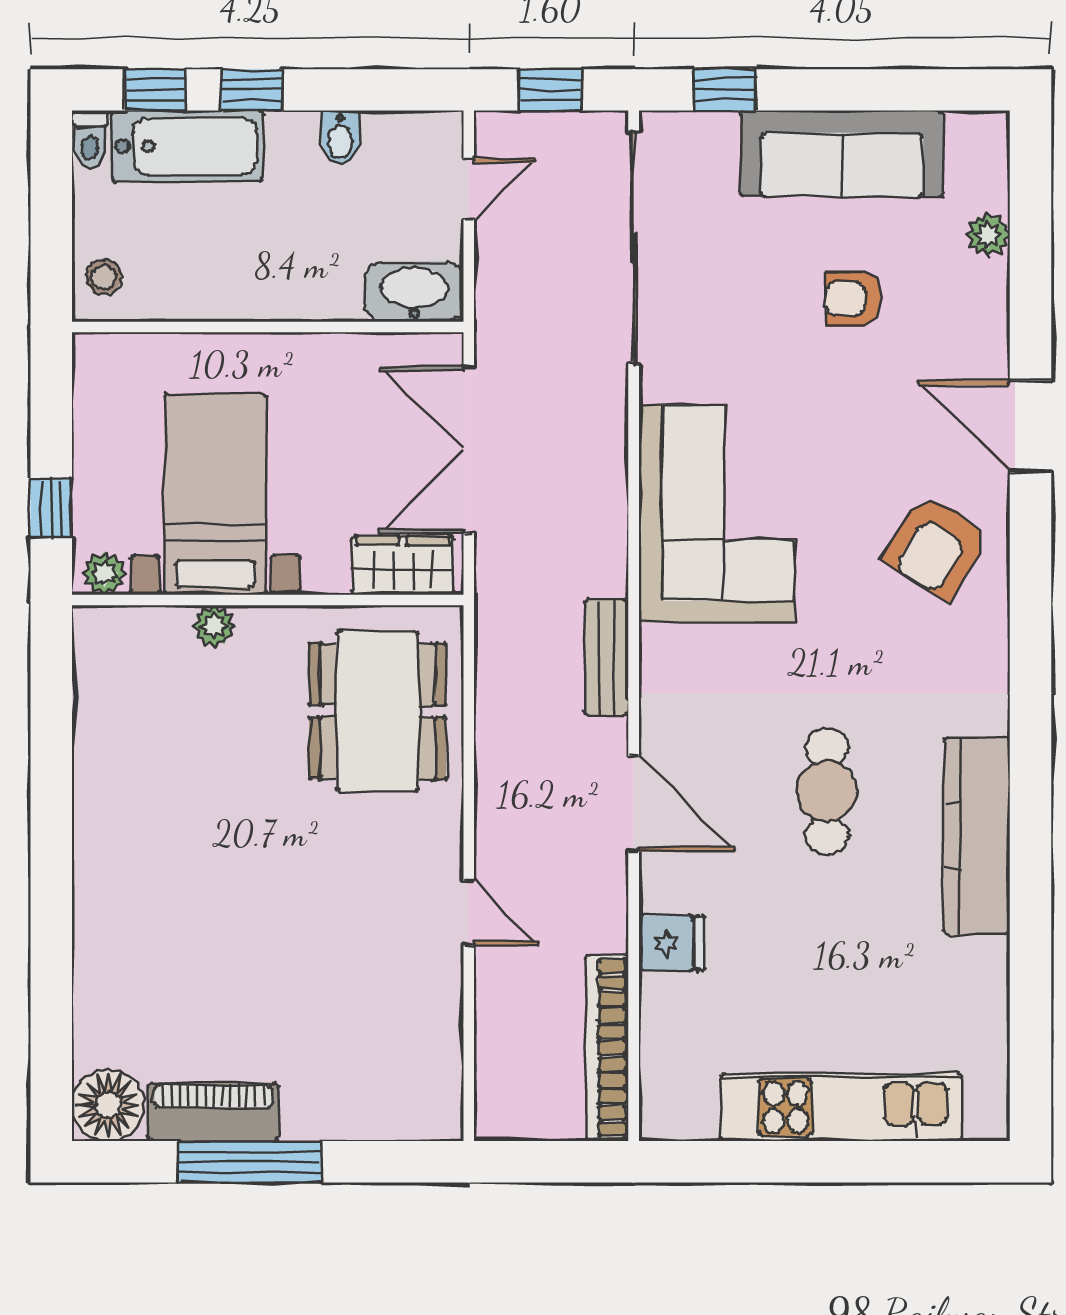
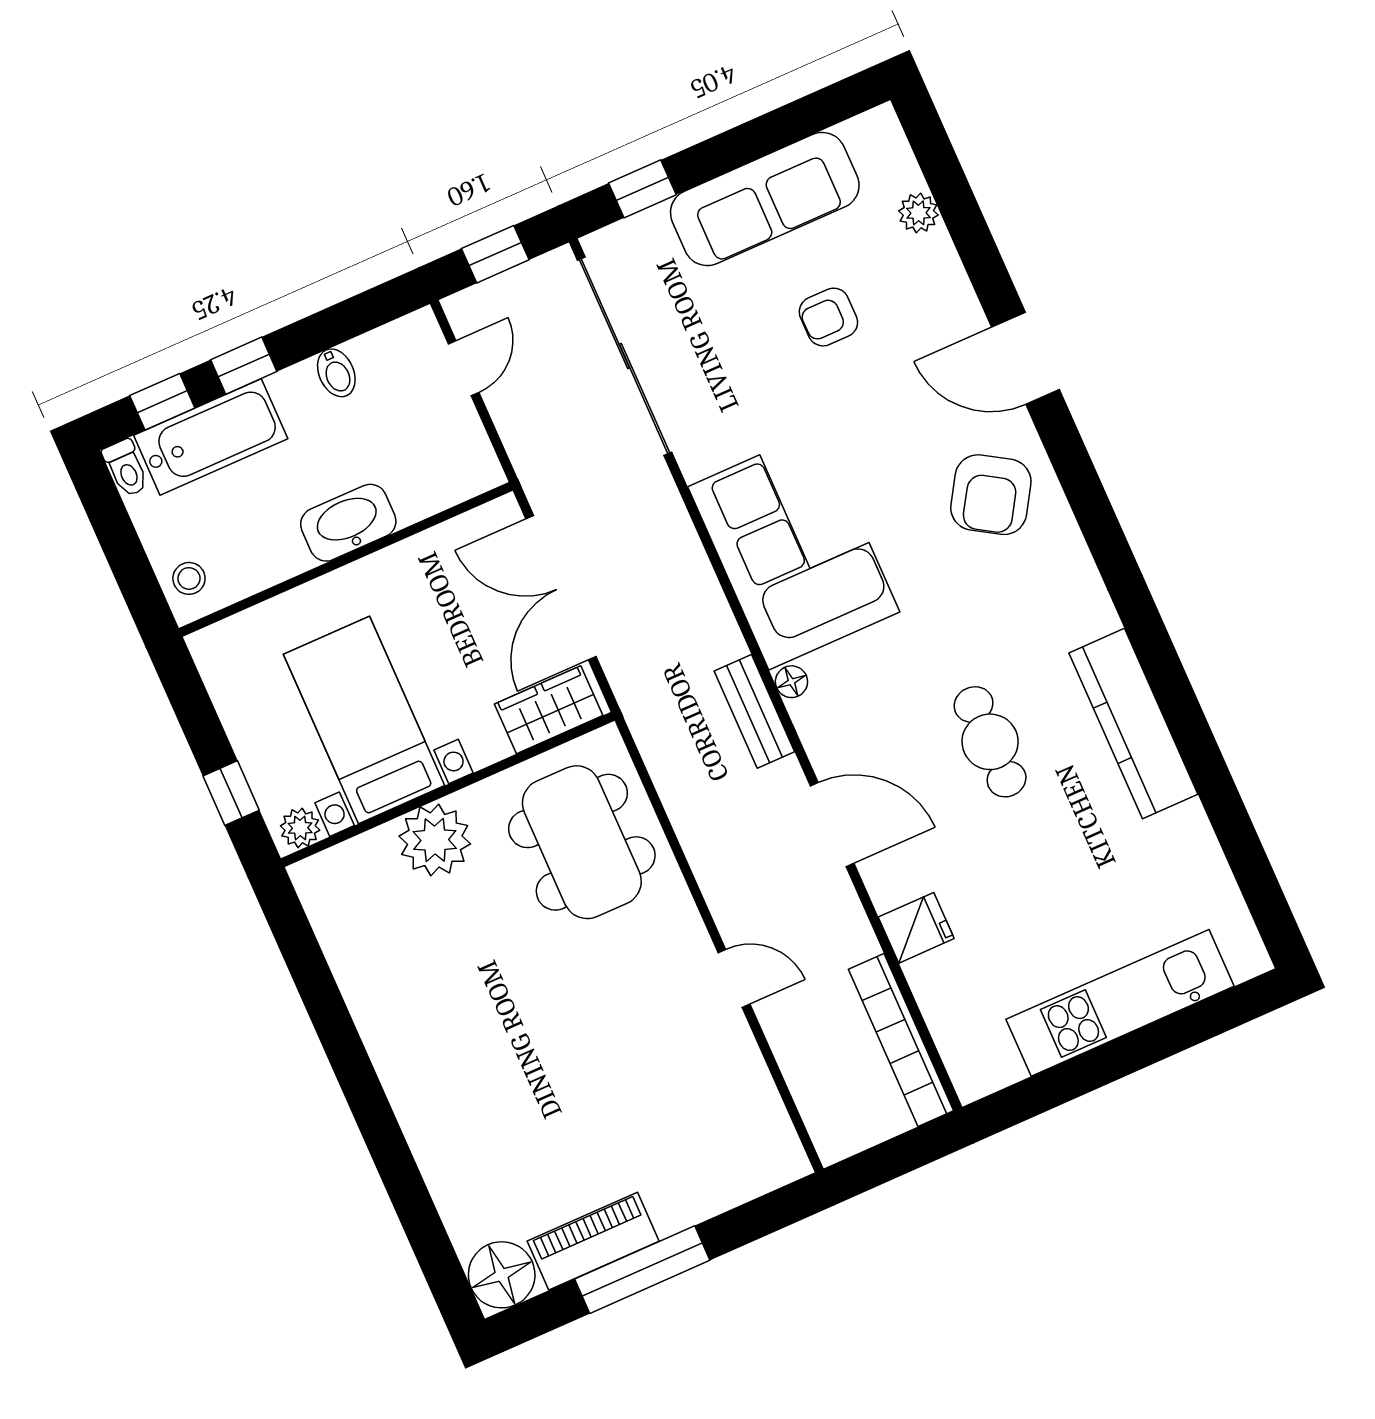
washbasin: (414, 292) -> (348, 523), moved
plant: (214, 626) -> (435, 840), width x1.88, depth x1.88
floor lamp: (656, 644) -> (791, 682), added

